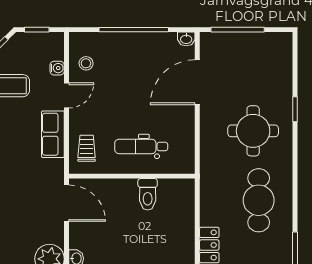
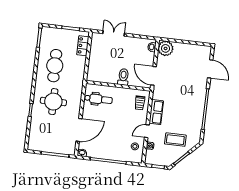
dental chair: (141, 146) -> (98, 99), moved
toilet: (148, 194) -> (123, 77), moved

